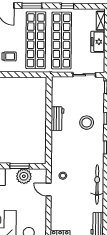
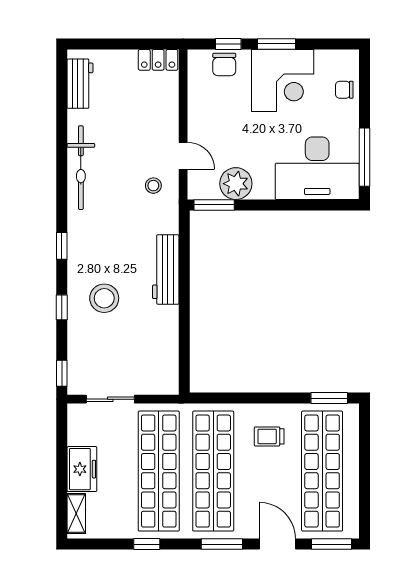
workbench: (58, 119) -> (166, 270), moved, width x1.38
window: (20, 166) -> (214, 205), moved

